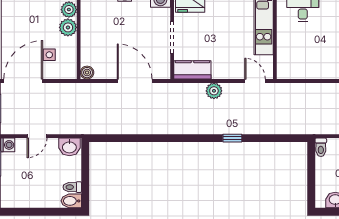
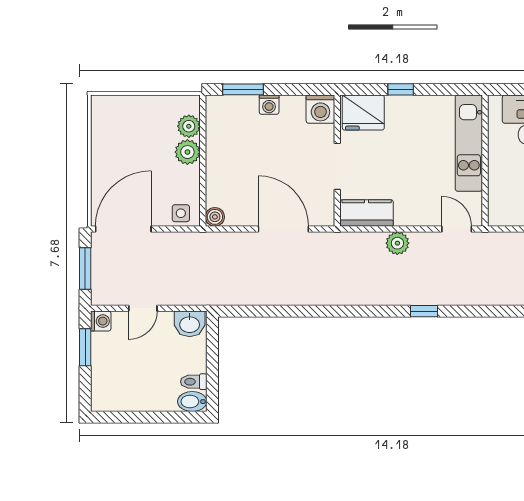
side table: (49, 55) -> (181, 213), moved

